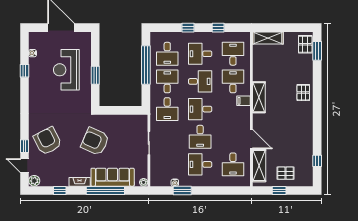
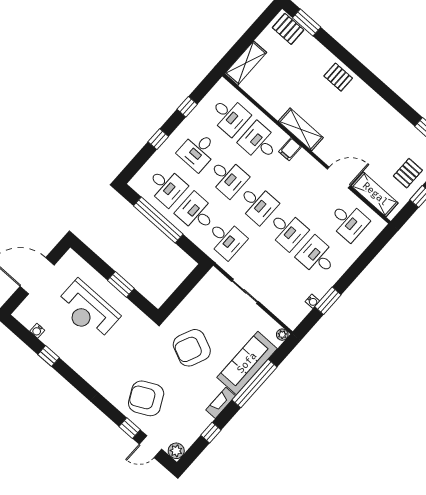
desk: (233, 54) -> (229, 116), turned 180
desk: (200, 81) -> (228, 177), turned 90
desk: (200, 109) -> (257, 204), turned -90
desk: (200, 164) -> (317, 257), turned 90

